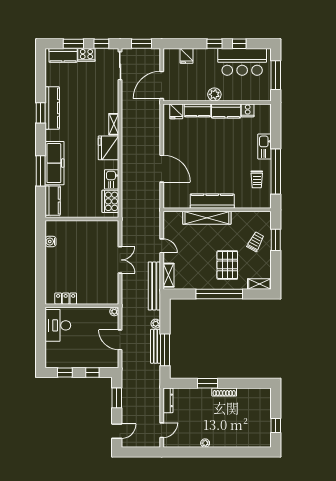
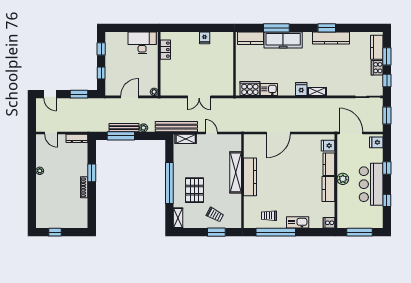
window: (215, 44) -> (387, 168), moved
fridge: (187, 56) -> (376, 142), moved
bar counter: (242, 62) -> (371, 184), moved
cooker: (248, 110) -> (329, 223), moved
fridge: (109, 148) -> (301, 89), width x0.53, depth x0.75
water cooler: (51, 241) -> (215, 37), removed
door: (162, 246) -> (211, 133), swing flipped
fridge: (52, 254) -> (205, 38), added
pallet: (227, 265) -> (195, 190), turned 90

